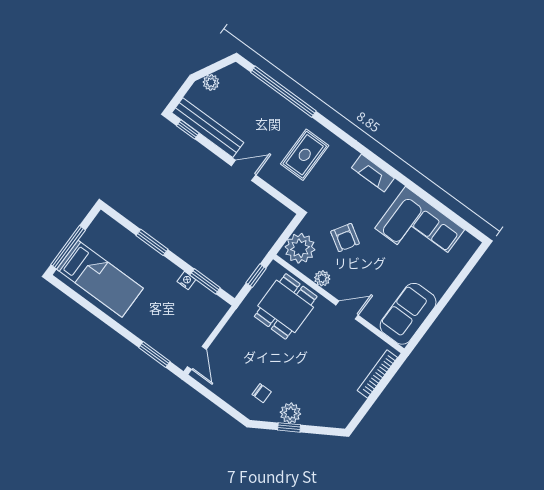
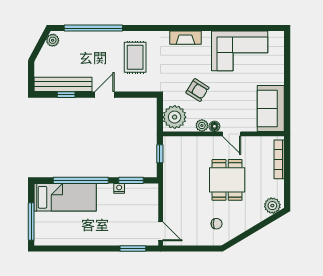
plant: (211, 82) -> (53, 40), moved
window: (188, 129) -> (66, 95), moved
window: (152, 242) -> (81, 180), width x2.11
bed: (100, 279) -> (65, 197), moved
floor lamp: (335, 289) -> (214, 126), added
dining table: (286, 306) -> (227, 180), moved
door: (347, 310) -> (232, 134), swing flipped
plant: (290, 413) -> (272, 206), moved
window: (289, 427) -> (249, 232), removed

